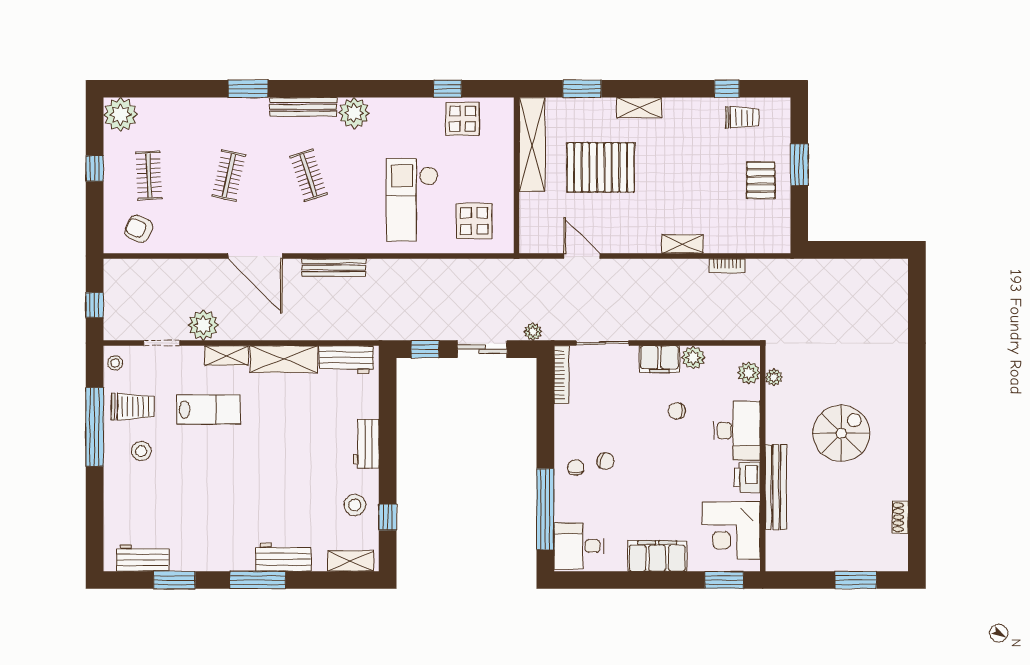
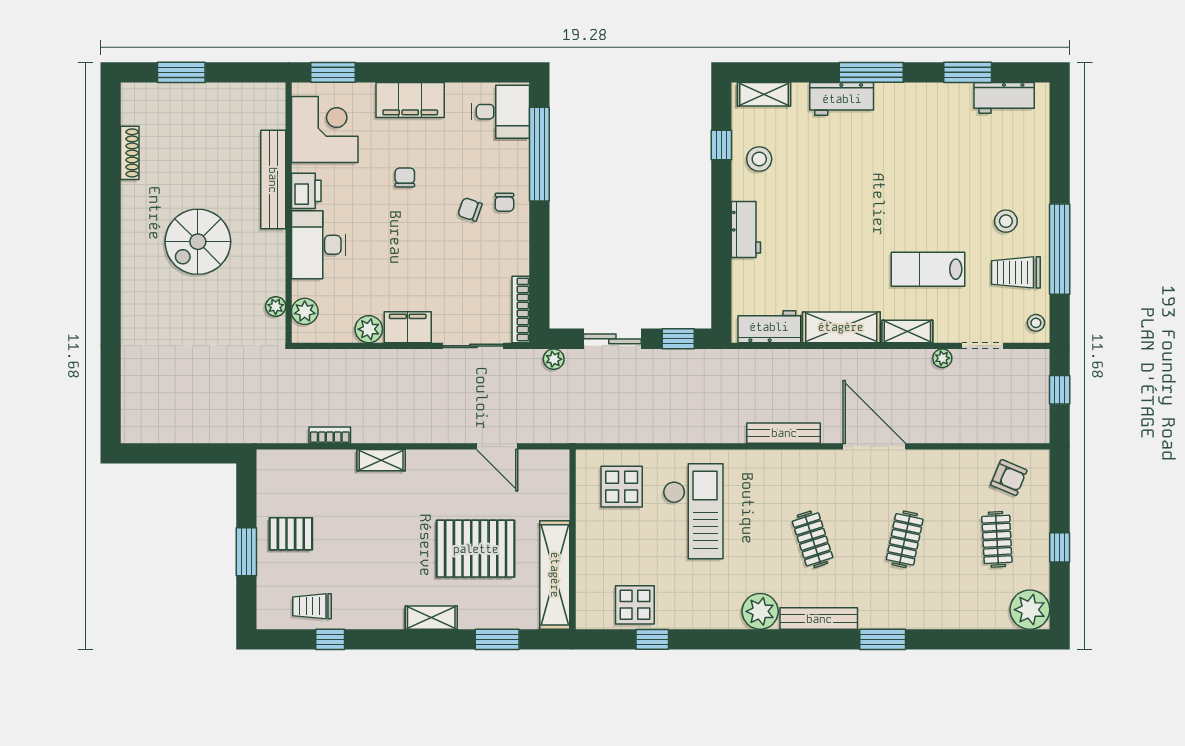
pallet: (761, 180) -> (291, 534), turned 90
plant: (203, 325) -> (942, 358), width x0.53, depth x0.53
chair: (677, 411) -> (405, 177), moved, turned -90
shoe rack: (900, 517) -> (130, 153), width x1.43

